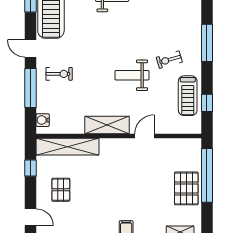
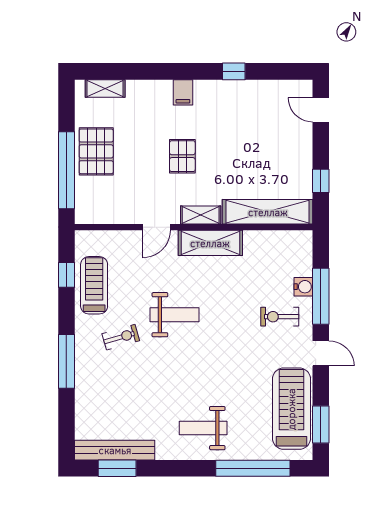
water cooler: (43, 120) -> (303, 287), moved
shelving: (114, 144) -> (201, 215), added
pallet: (61, 190) -> (182, 156), moved

